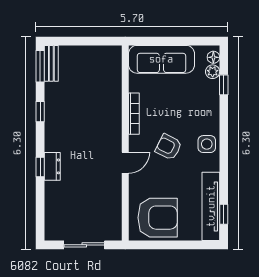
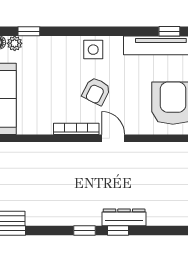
window: (40, 112) -> (84, 231), moved
bookcase: (134, 114) -> (76, 129), moved
dresser: (52, 166) -> (124, 217), width x1.44

